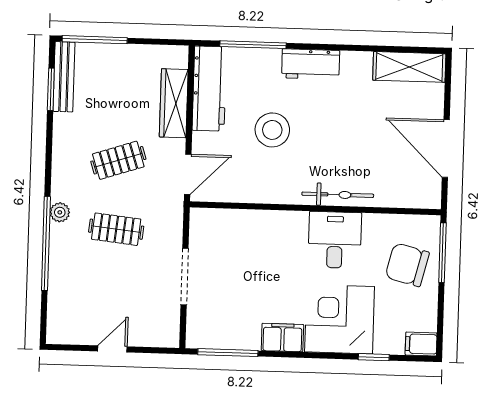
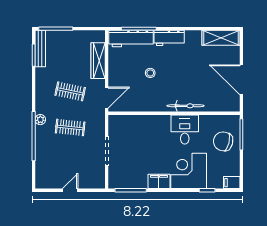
workbench: (209, 89) -> (131, 38), moved, turned 90
stool: (272, 130) -> (150, 73), width x0.53, depth x0.53
clothes rail: (118, 160) -> (70, 91), turned 30

